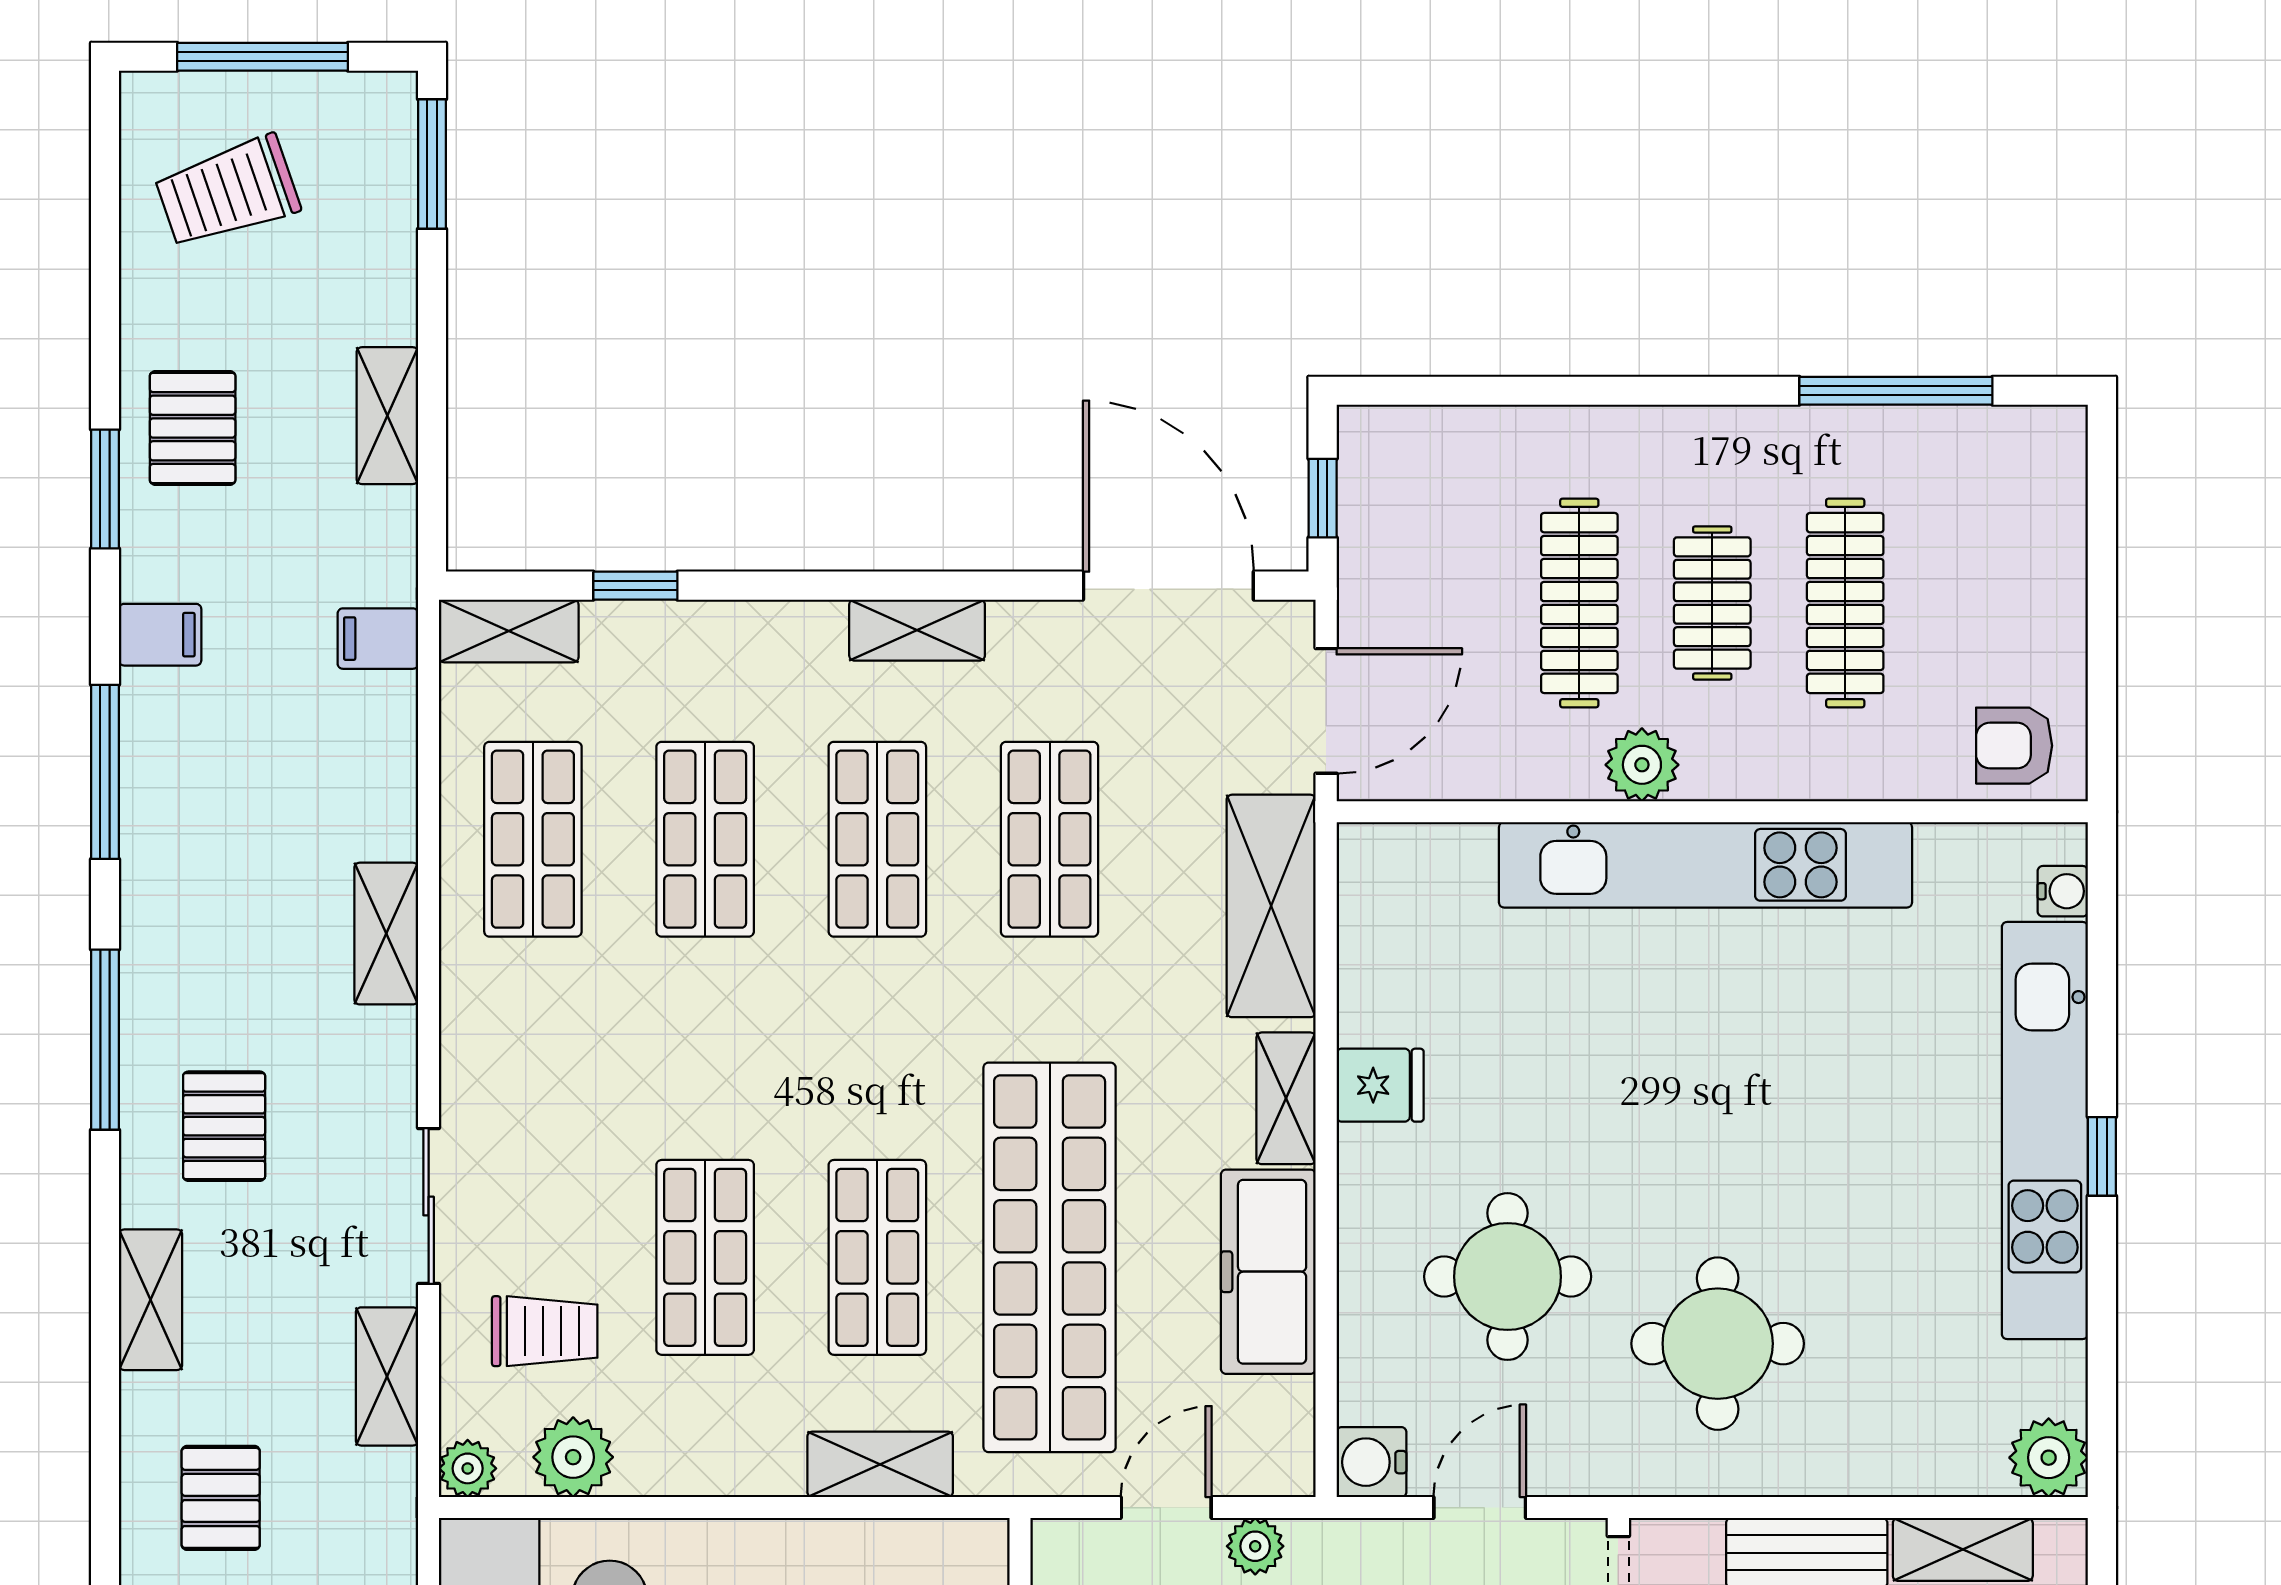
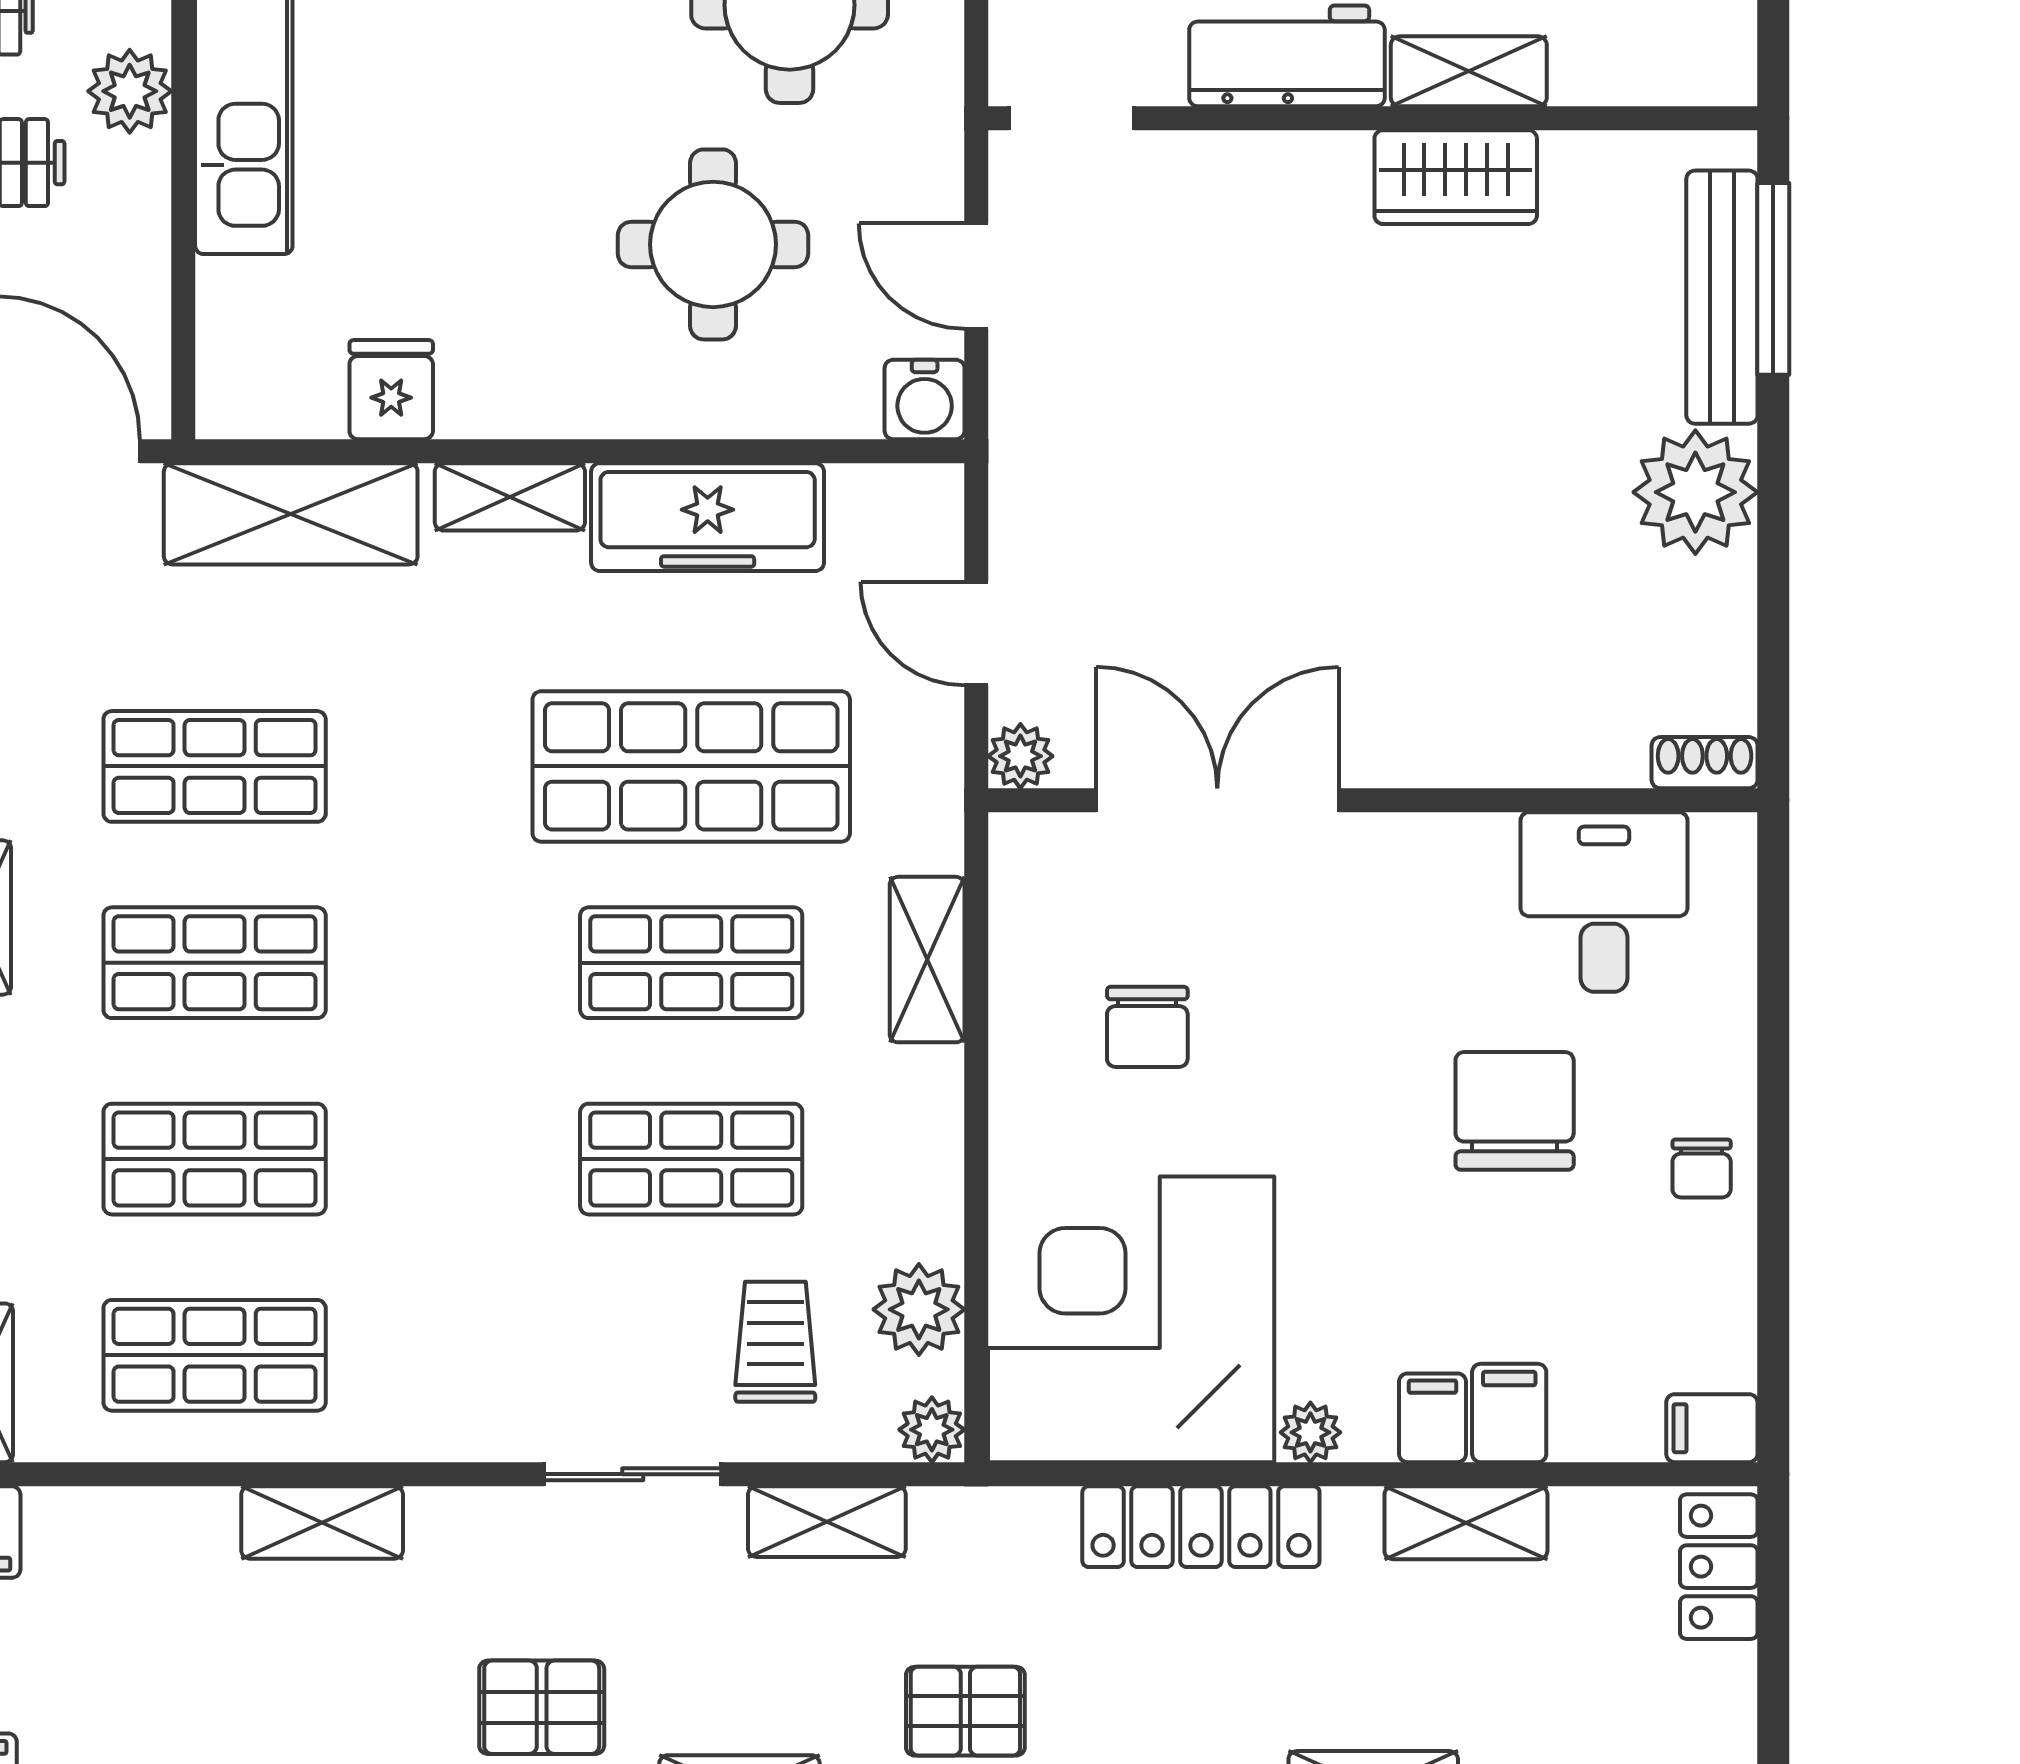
fridge: (1380, 1085) -> (391, 390), moved
shop shelf: (1050, 1257) -> (691, 766), width x0.71
plant: (1255, 1546) -> (1020, 756), moved

